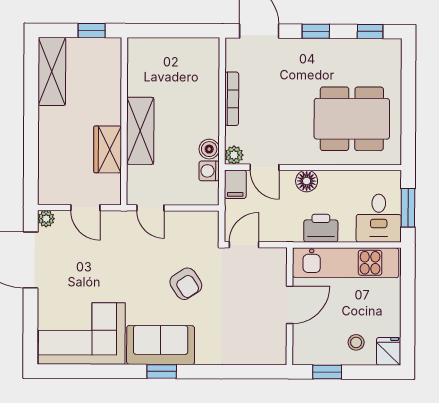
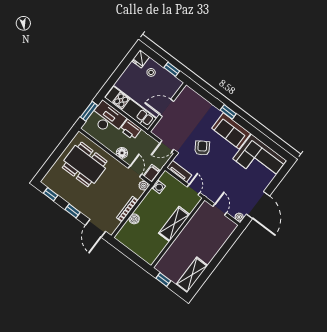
wardrobe: (108, 149) -> (193, 226), removed
boiler: (209, 149) -> (134, 219), moved
desk: (379, 218) -> (107, 118), width x1.37
tv unit: (195, 220) -> (179, 171), added
window: (162, 371) -> (228, 112), moved

